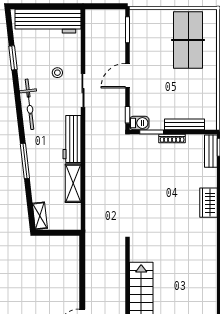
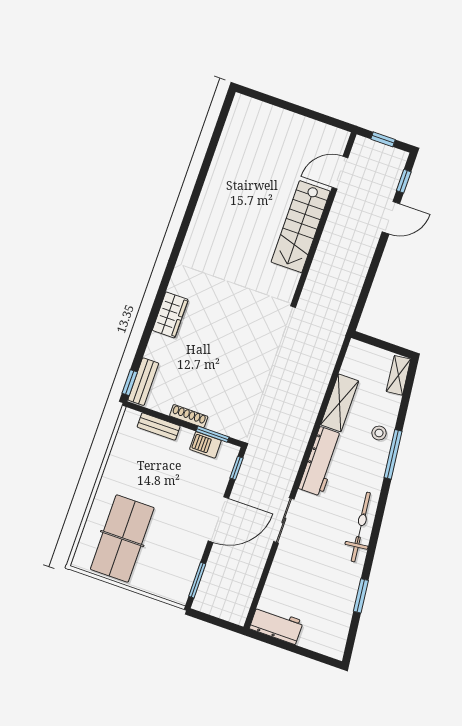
workbench: (48, 21) -> (276, 625), width x0.53, depth x0.76
stool: (57, 73) -> (379, 433), moved
door: (127, 76) -> (218, 520), width x1.36
barbecue: (139, 123) -> (205, 445), moved
bench: (185, 124) -> (159, 427), width x0.73

